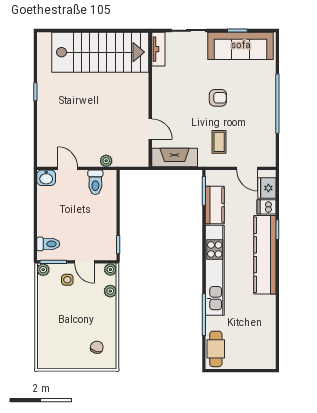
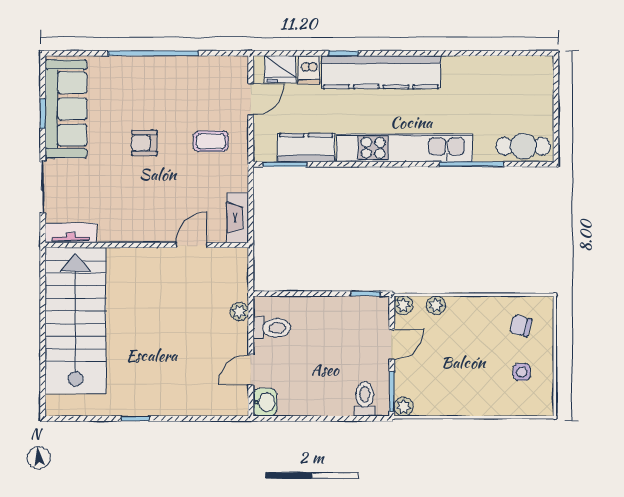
armchair: (218, 98) -> (144, 143), turned -90
fireplace: (175, 157) -> (238, 218), width x0.73, depth x0.76
side table: (67, 280) -> (522, 372), moved

